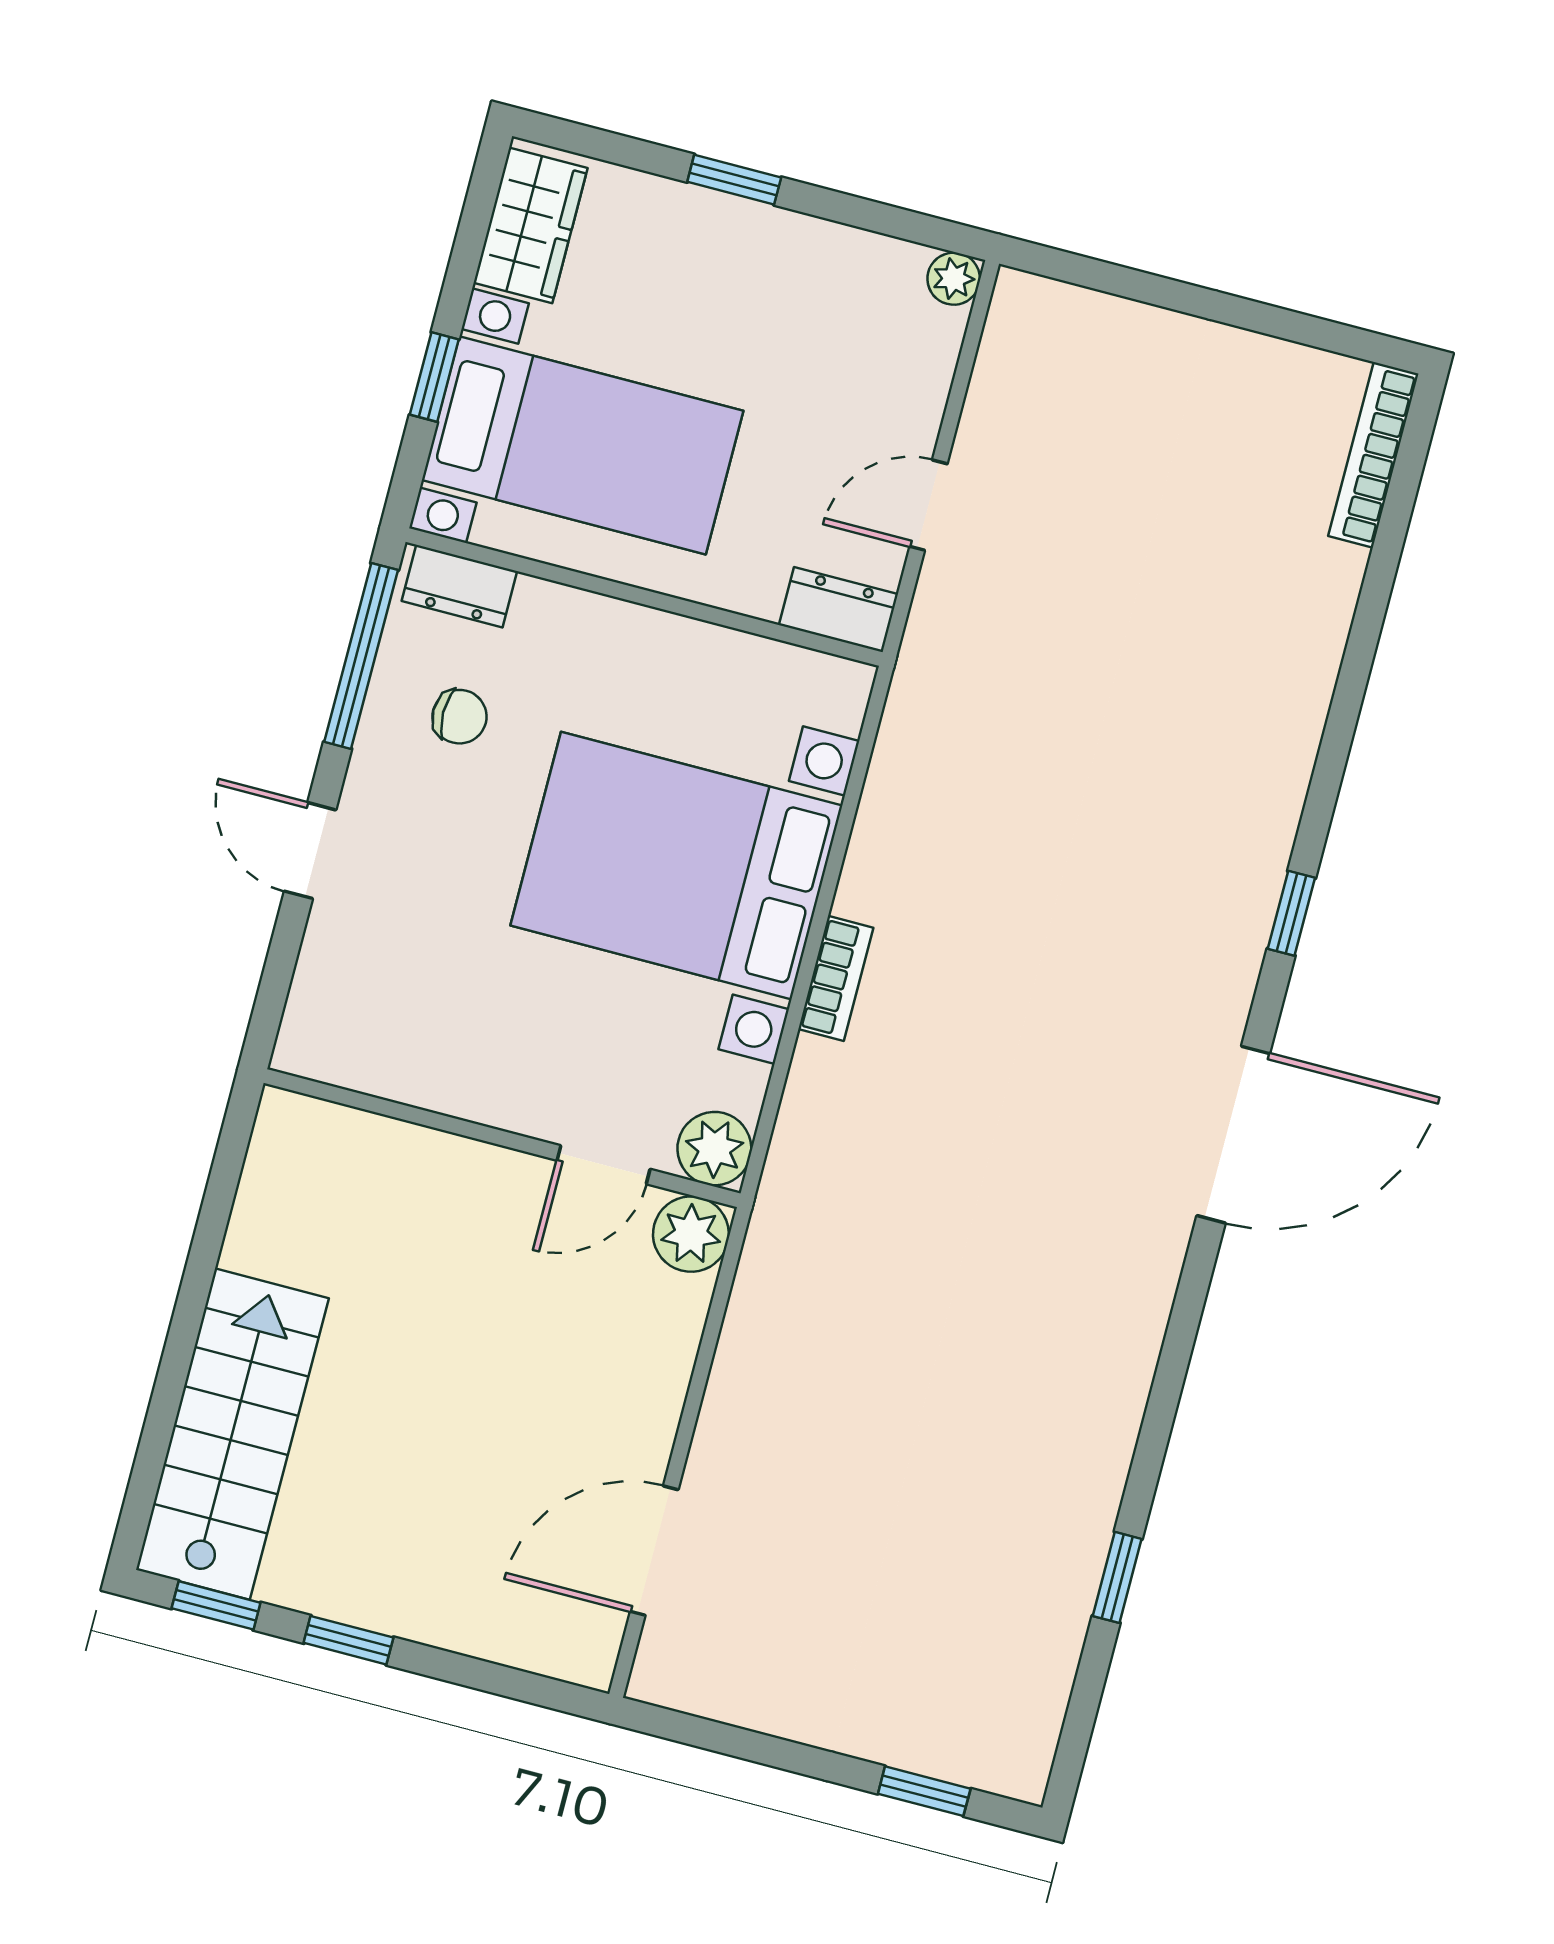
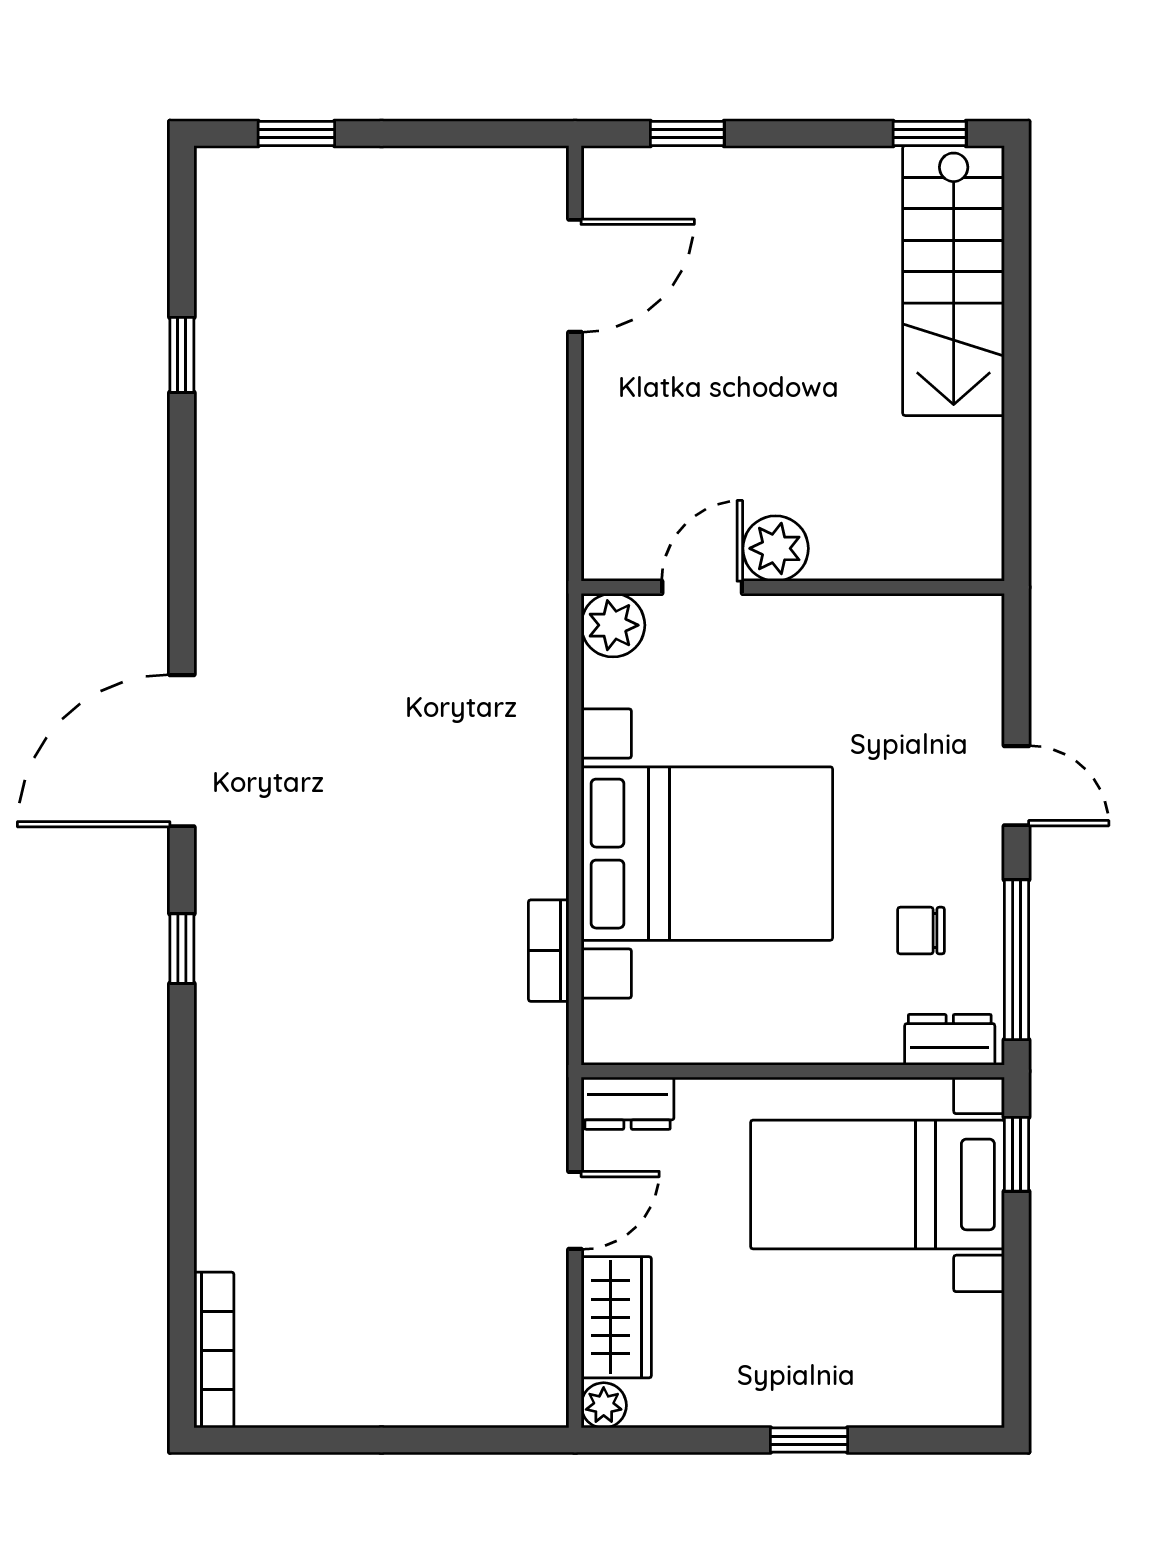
wardrobe: (531, 225) -> (616, 1317), moved, turned 180
window: (434, 377) -> (1017, 1154), moved
bookcase: (836, 978) -> (549, 951), moved
plant: (691, 1234) -> (776, 548), moved
window: (348, 1640) -> (687, 134), moved

